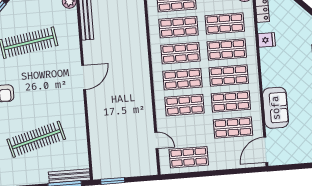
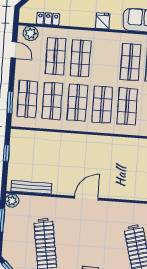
fridge: (267, 40) -> (103, 21), moved
shop shelf: (229, 75) -> (106, 60), removed
door: (84, 77) -> (86, 198), hinge flipped

